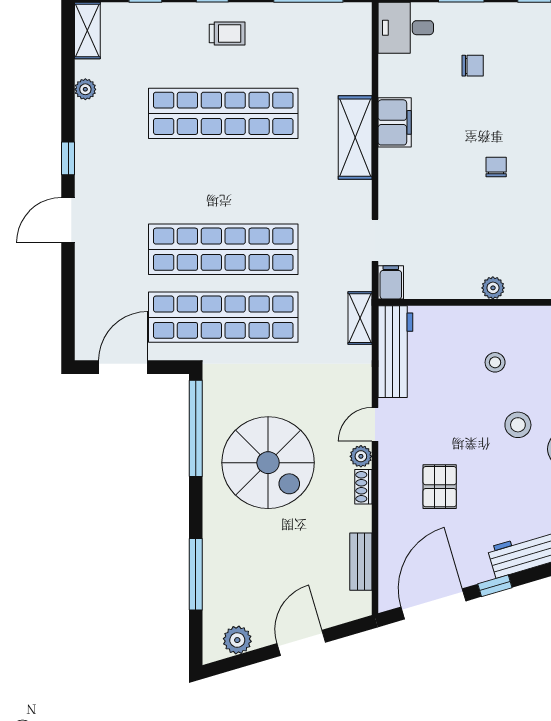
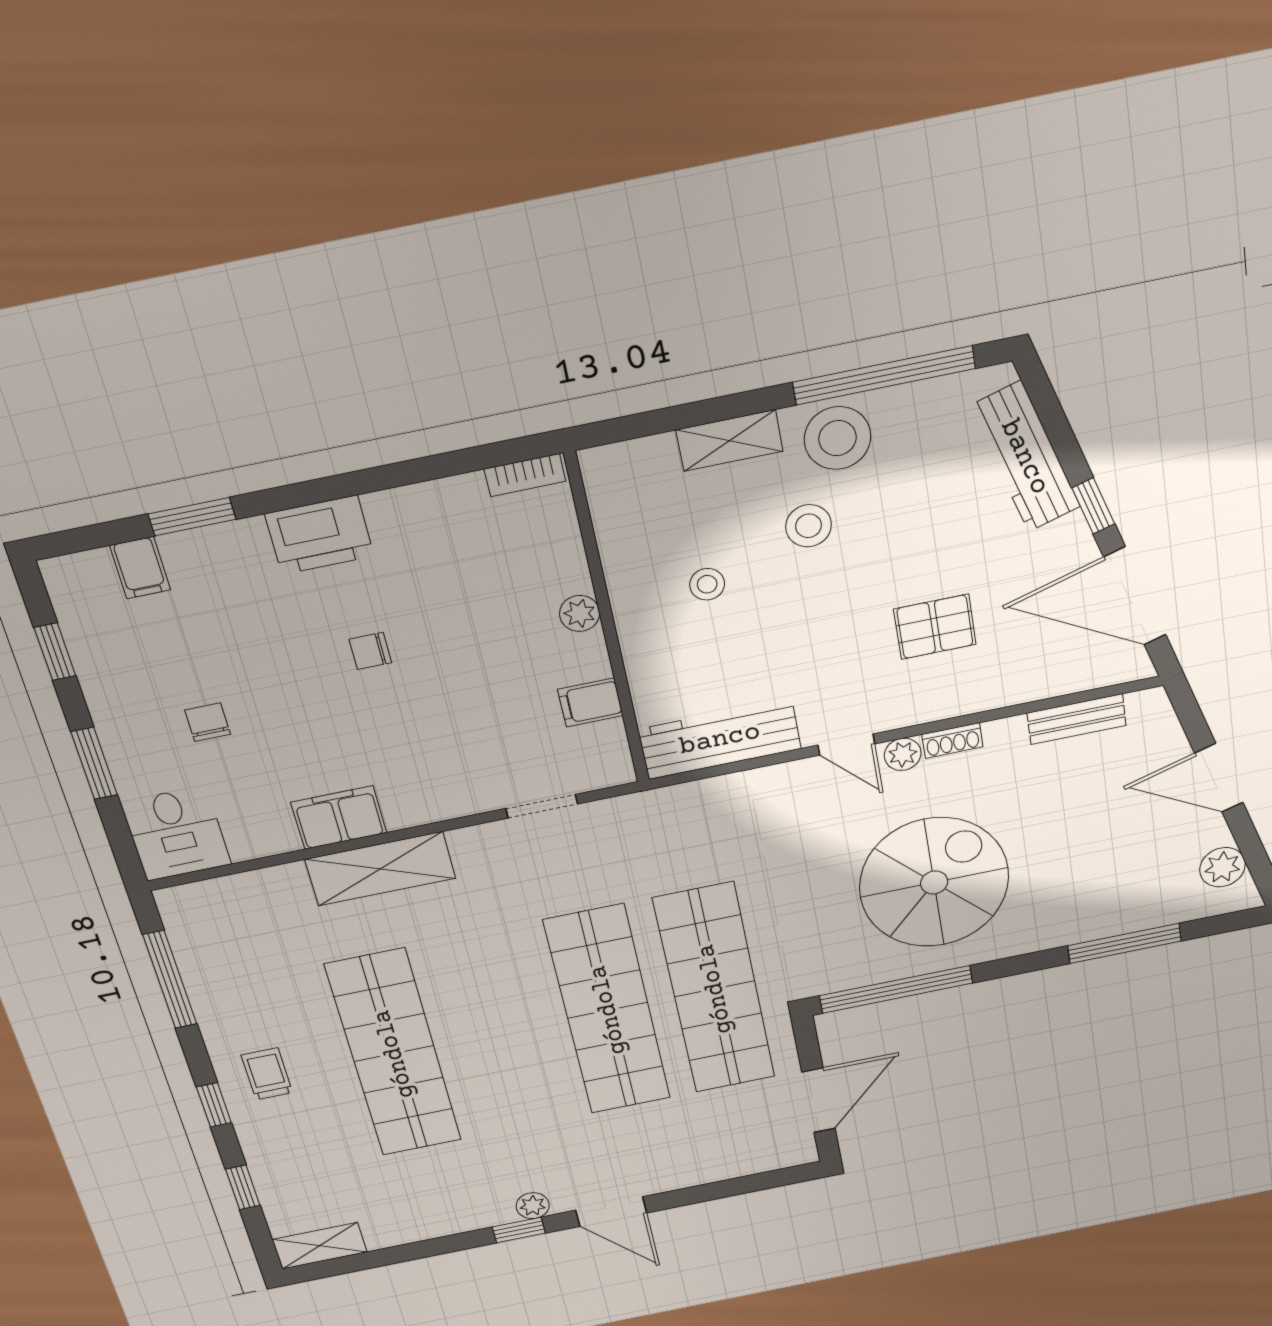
plant: (85, 89) -> (533, 1206), moved
filing cabinet: (391, 282) -> (590, 702), moved
shelving: (360, 318) -> (675, 802), removed
door: (123, 367) -> (819, 1100), swing flipped

